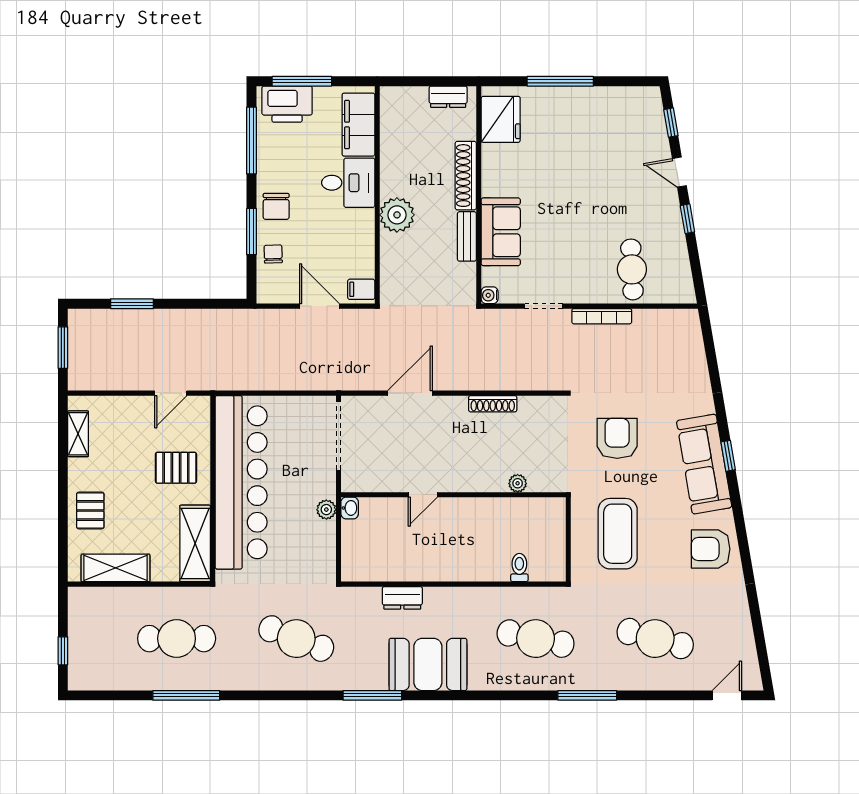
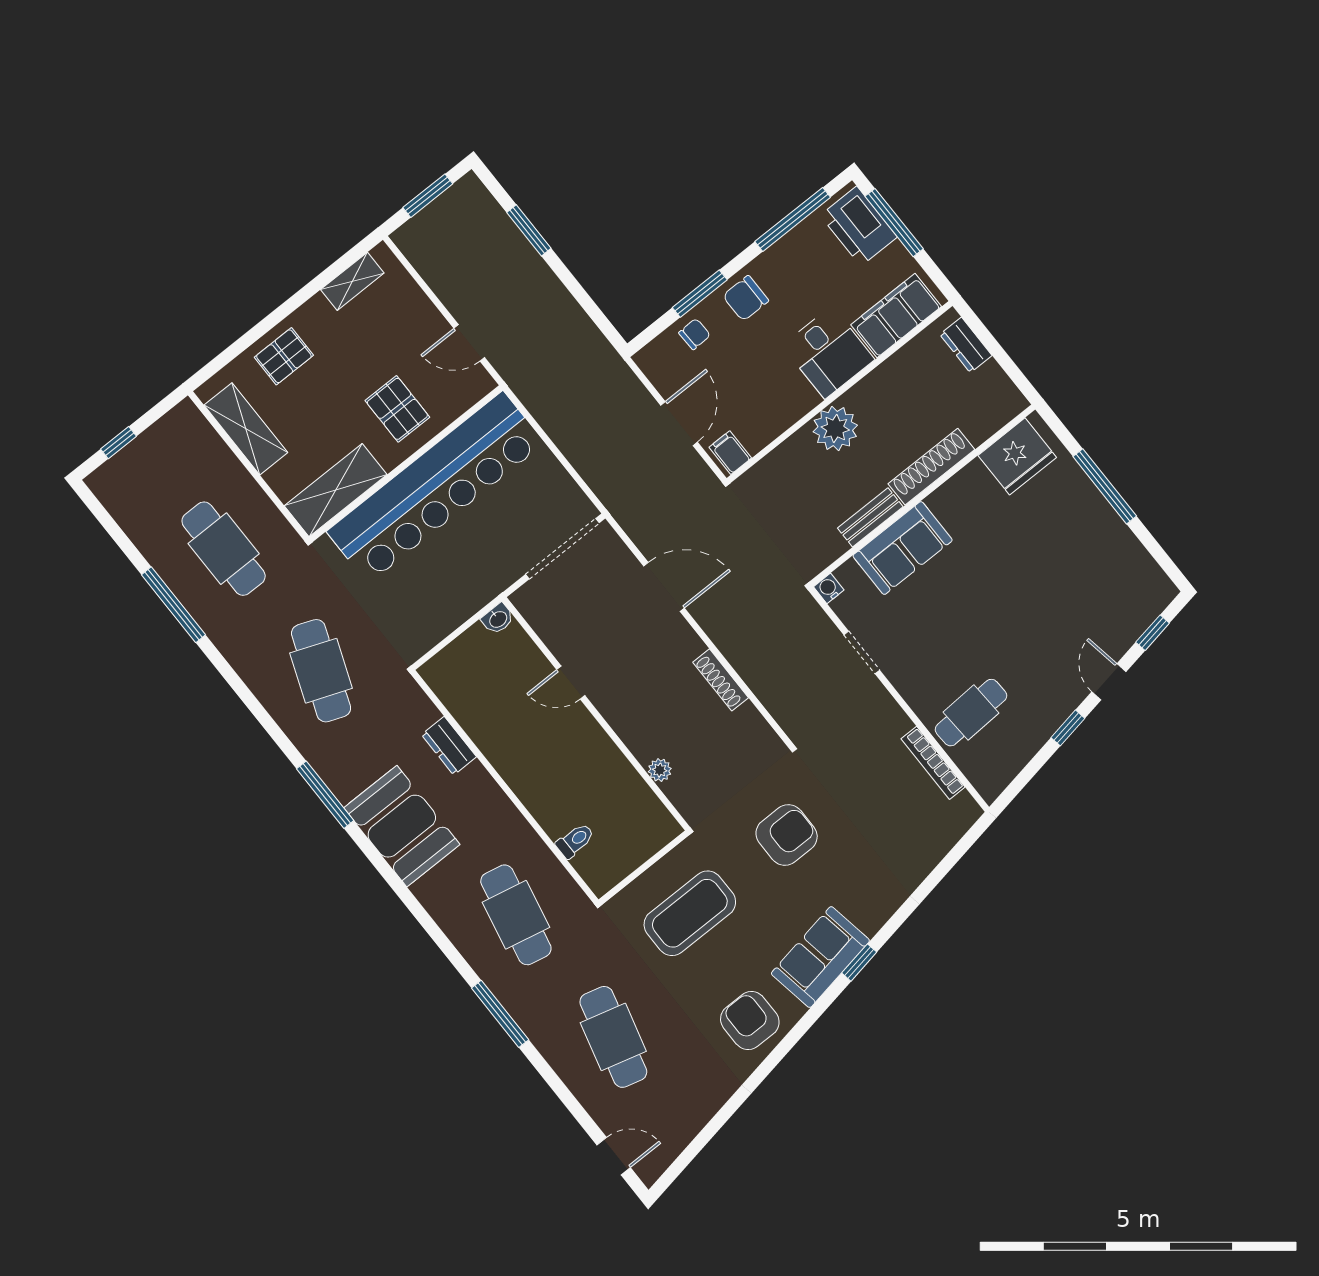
dresser: (448, 97) -> (966, 345), moved
bookcase: (602, 316) -> (933, 763), moved
sofa: (704, 464) -> (820, 957), width x0.73
plant: (326, 510) -> (477, 596), removed

